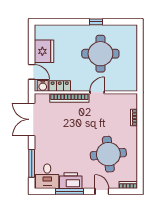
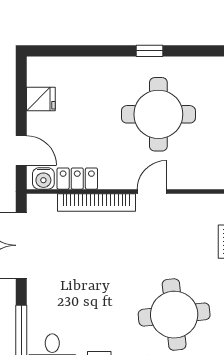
fridge: (44, 51) -> (41, 99), width x0.53, depth x0.75

